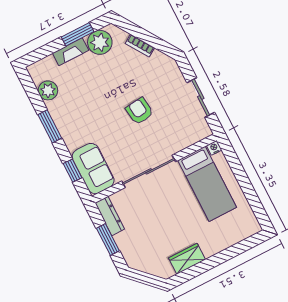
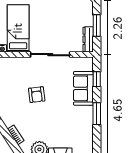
plant: (48, 90) -> (87, 136), removed
sofa: (93, 169) -> (83, 88), moved

